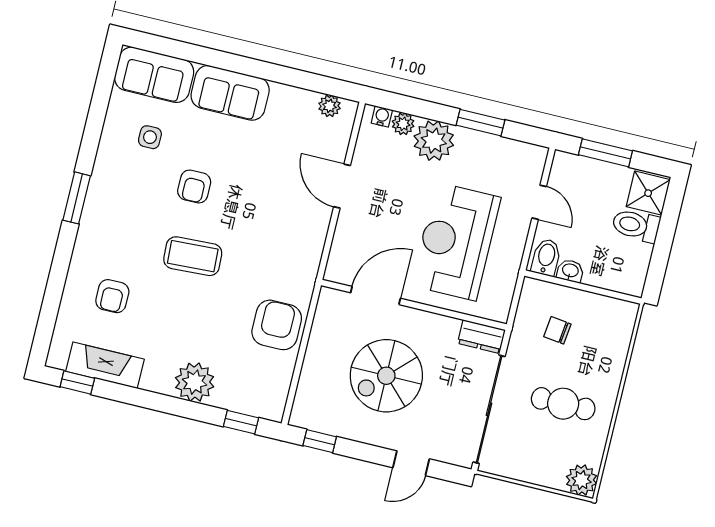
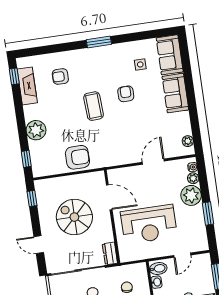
armchair: (194, 187) -> (126, 94), turned 90
reception desk: (456, 242) -> (149, 224), turned 180

